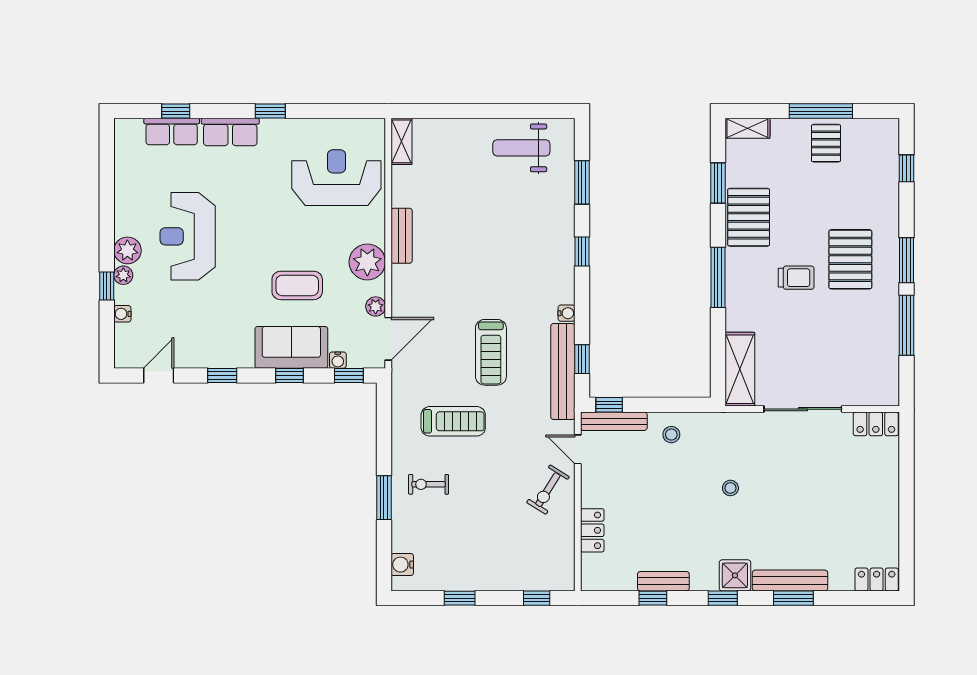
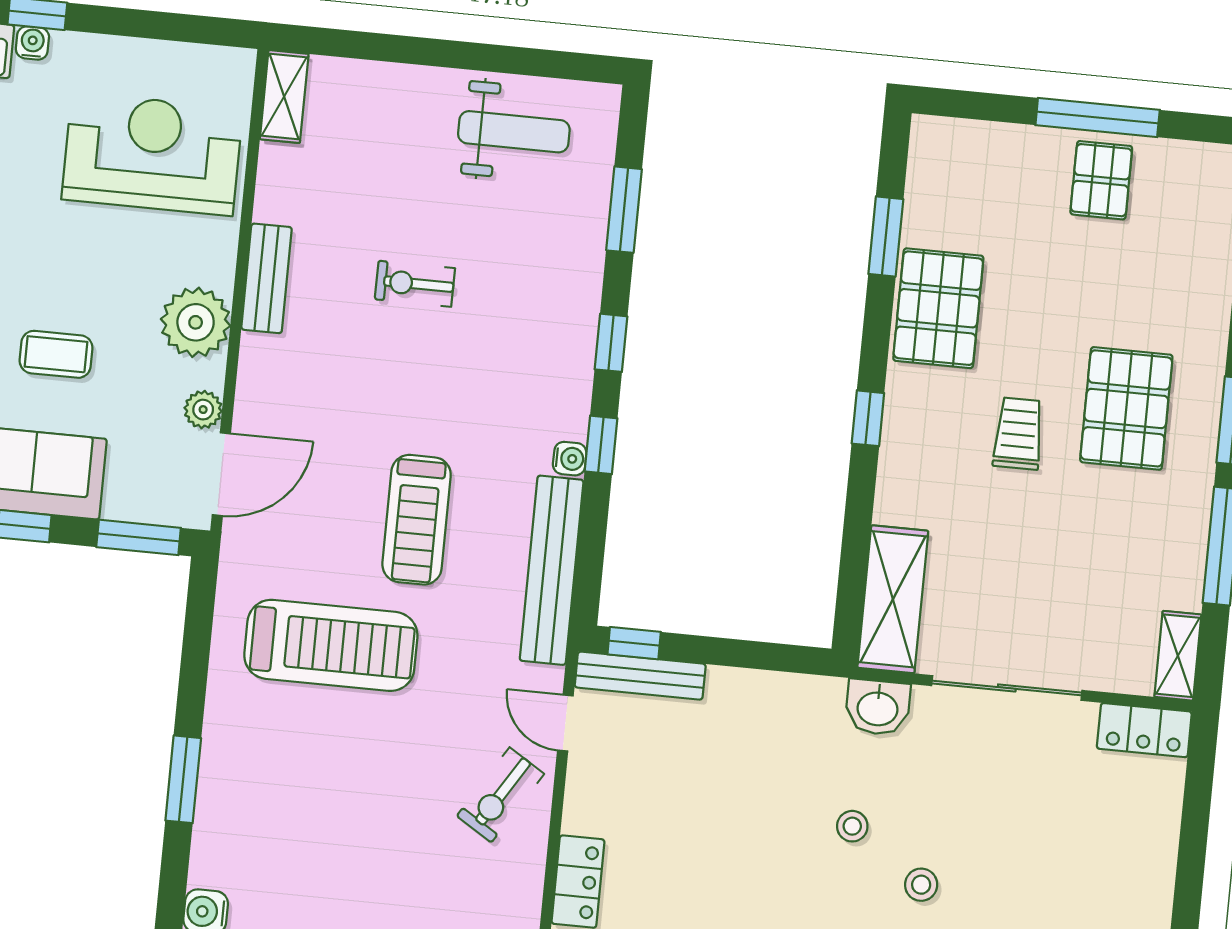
shelving: (747, 128) -> (1178, 656), moved, turned 90
weight bench: (521, 148) -> (514, 132), turned 180
window: (718, 277) -> (868, 418), width x0.46
trolley: (796, 278) -> (1018, 434), turned -90
coffee table: (297, 285) -> (56, 354), width x0.73, depth x0.77
window: (582, 359) -> (601, 445), moved
water cooler: (338, 360) -> (32, 43), moved, turned 180
window: (349, 375) -> (139, 537), width x1.50
treadmill: (453, 421) -> (331, 645), width x1.37, depth x1.38
washbasin: (738, 426) -> (878, 707), added
stool: (671, 435) -> (921, 885), moved
exercise bike: (429, 484) -> (415, 284), moved

